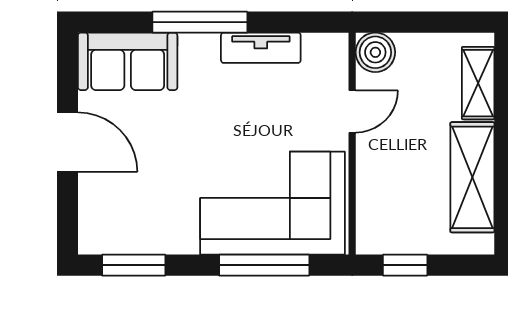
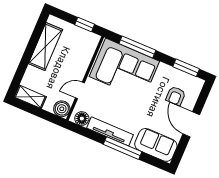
tv unit: (261, 48) -> (110, 131), width x1.41
floor lamp: (321, 50) -> (82, 119), added
shelving: (478, 83) -> (30, 97), moved, turned 90
armchair: (130, 191) -> (176, 96), added

